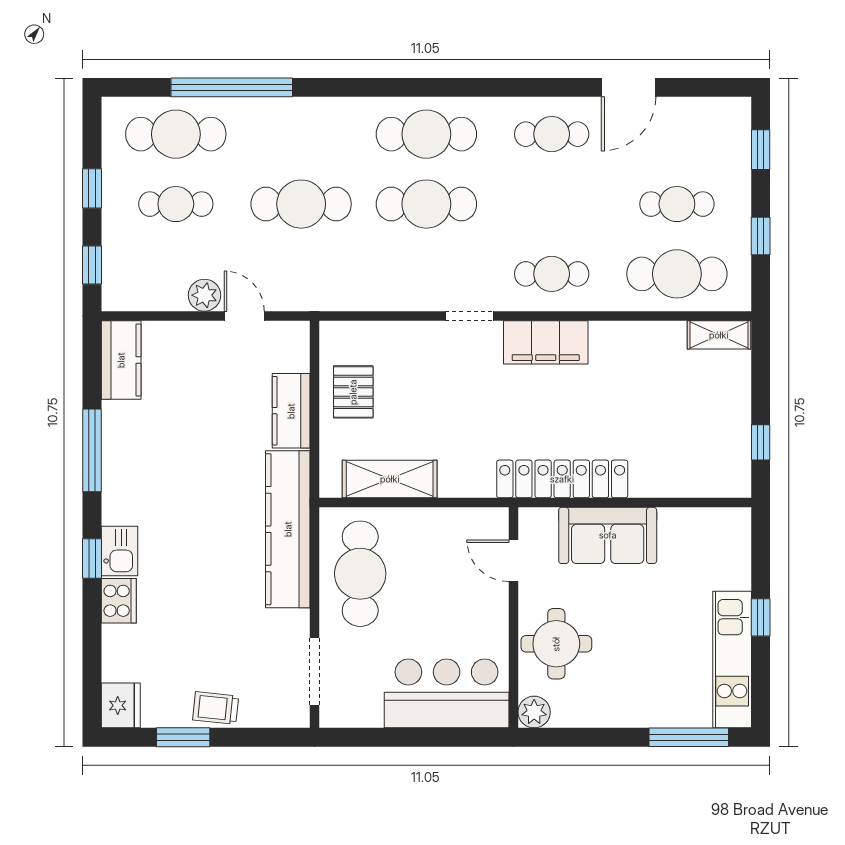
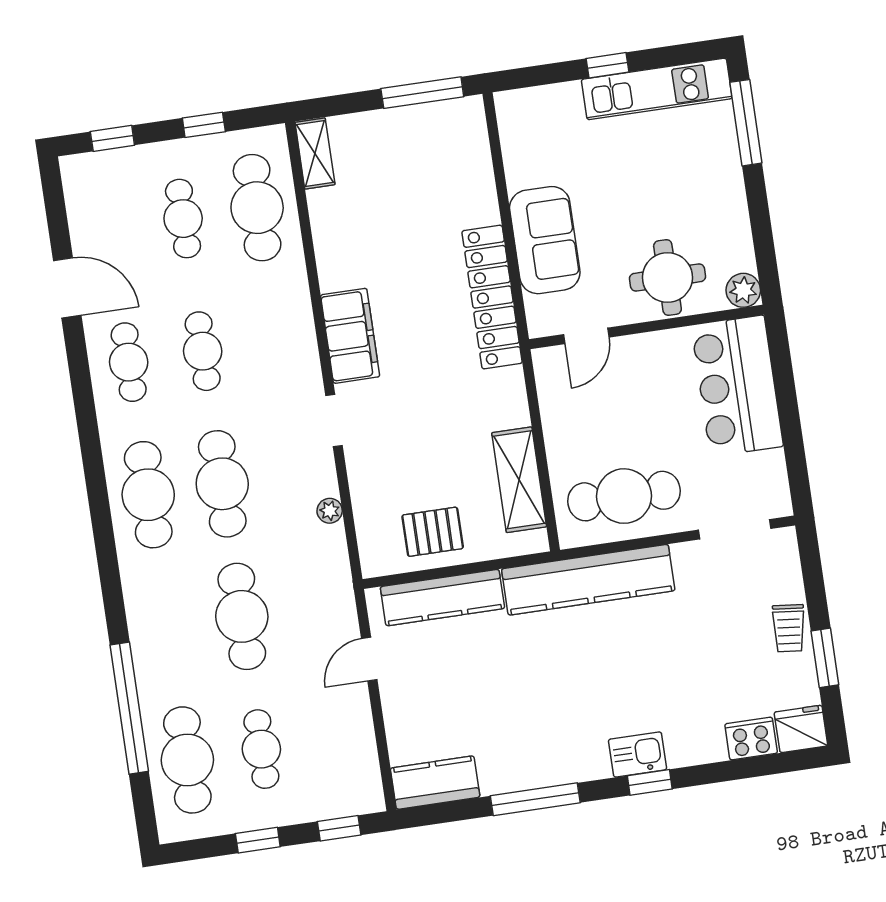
cafe table: (552, 274) -> (203, 351), moved
plant: (204, 295) -> (330, 511), moved, width x0.73, depth x0.73
kitchen counter: (291, 411) -> (442, 598), width x1.50
window: (761, 442) -> (422, 93), width x2.17
cooker: (119, 601) -> (751, 739), moved

